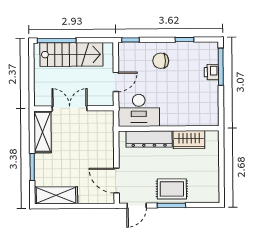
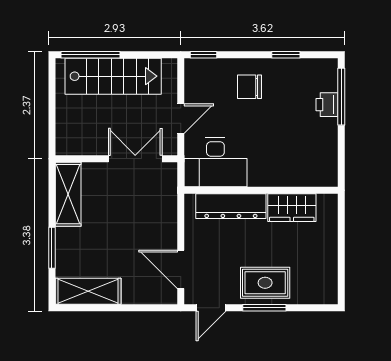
double door: (70, 108) -> (135, 159), moved

